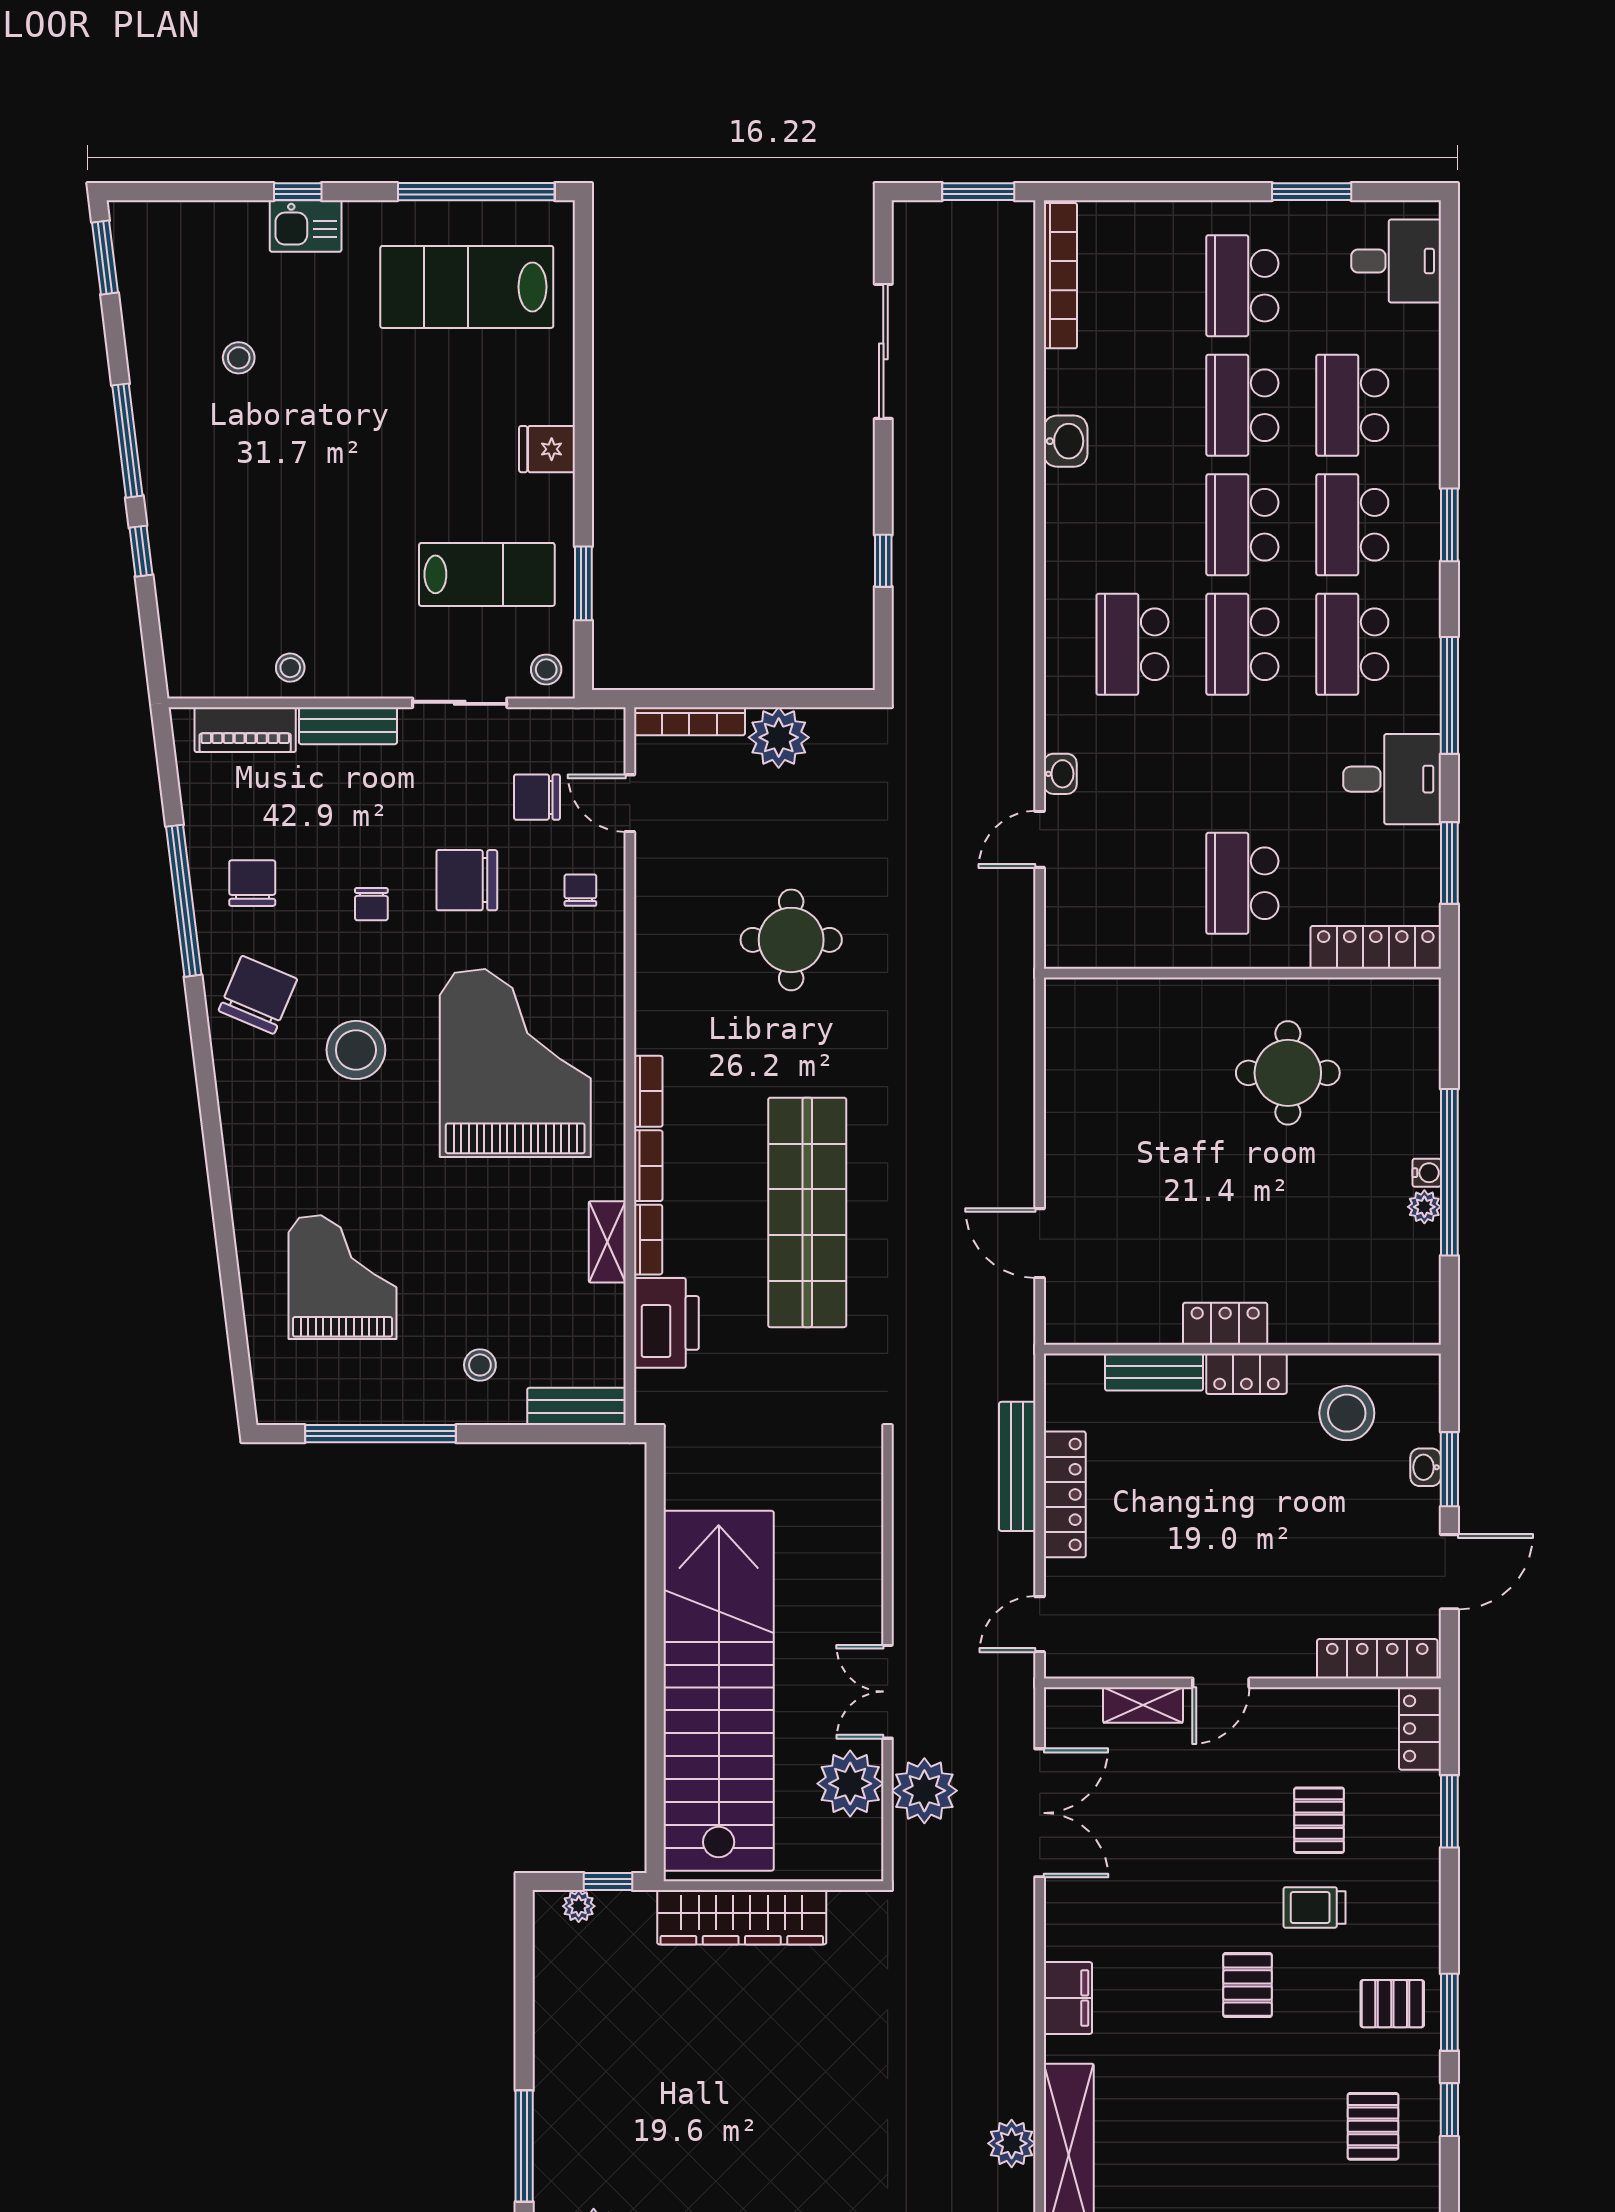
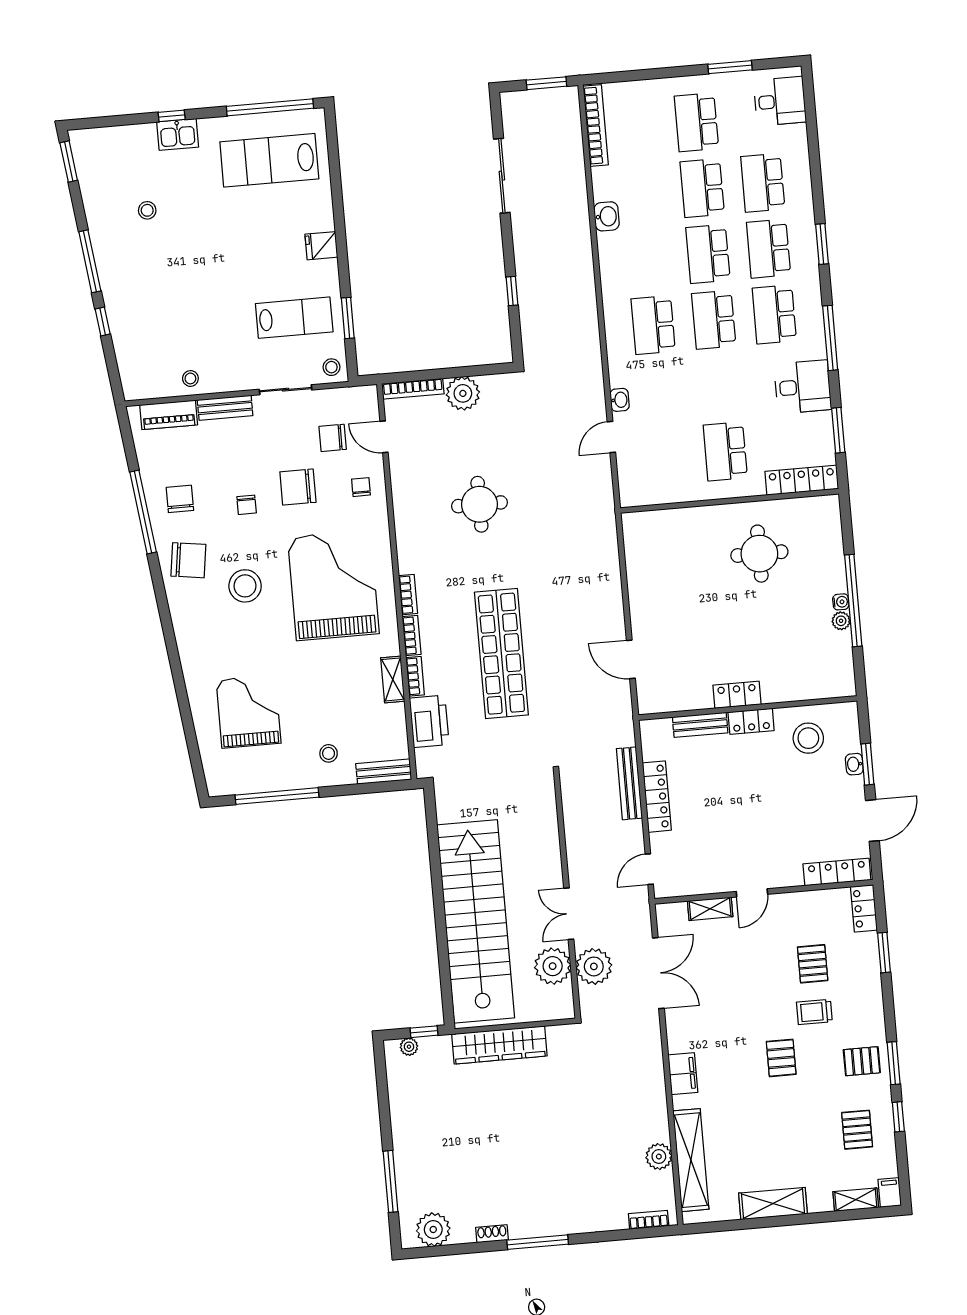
chair: (258, 995) -> (188, 560), turned 75

